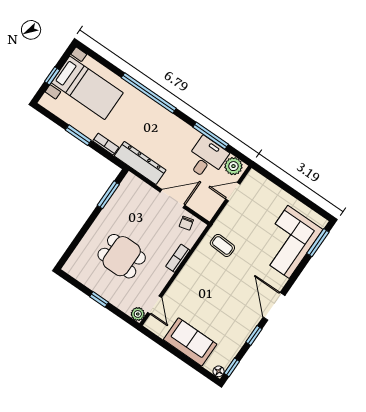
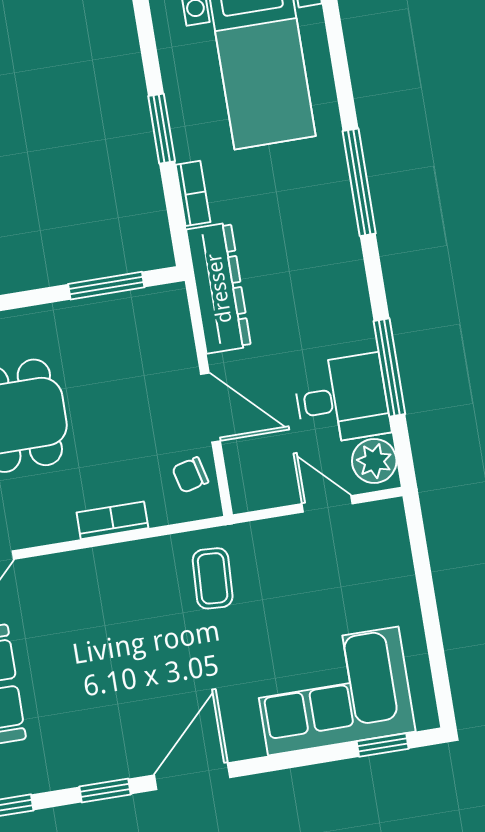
window: (149, 93) -> (359, 182), width x0.68
window: (318, 243) -> (383, 745), width x0.67

